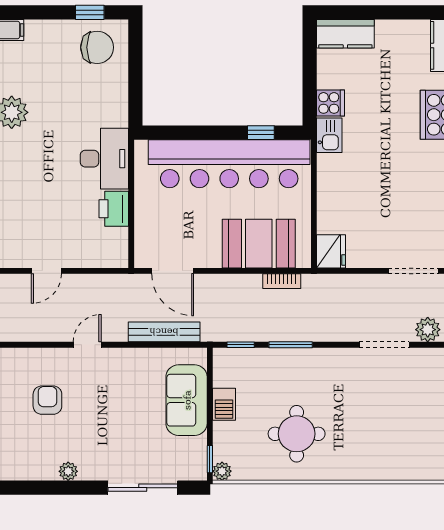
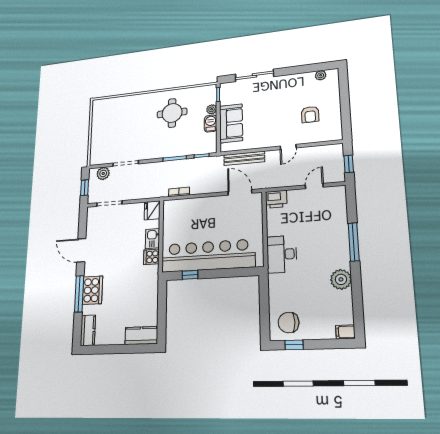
cooker: (330, 103) -> (151, 257), moved
kitchen sink: (329, 135) -> (153, 239), moved
printer: (114, 209) -> (276, 199), moved, turned 90
booth: (259, 244) -> (191, 212), removed
plant: (68, 471) -> (321, 75), moved
plant: (222, 471) -> (212, 109), moved

